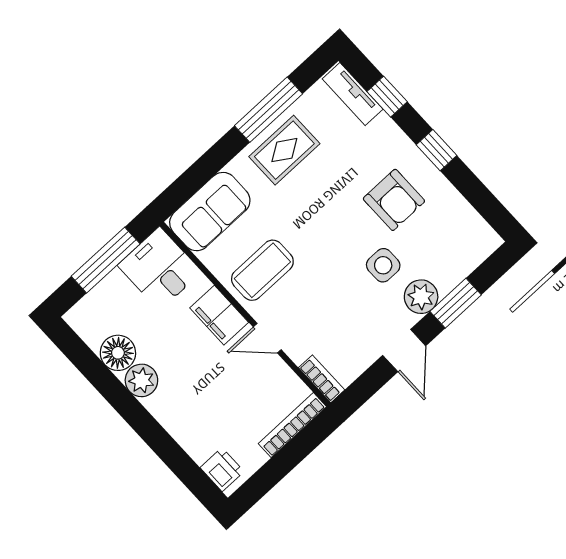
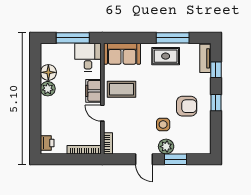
armchair: (394, 200) -> (187, 106), turned -90
door: (404, 351) -> (144, 159), hinge flipped

